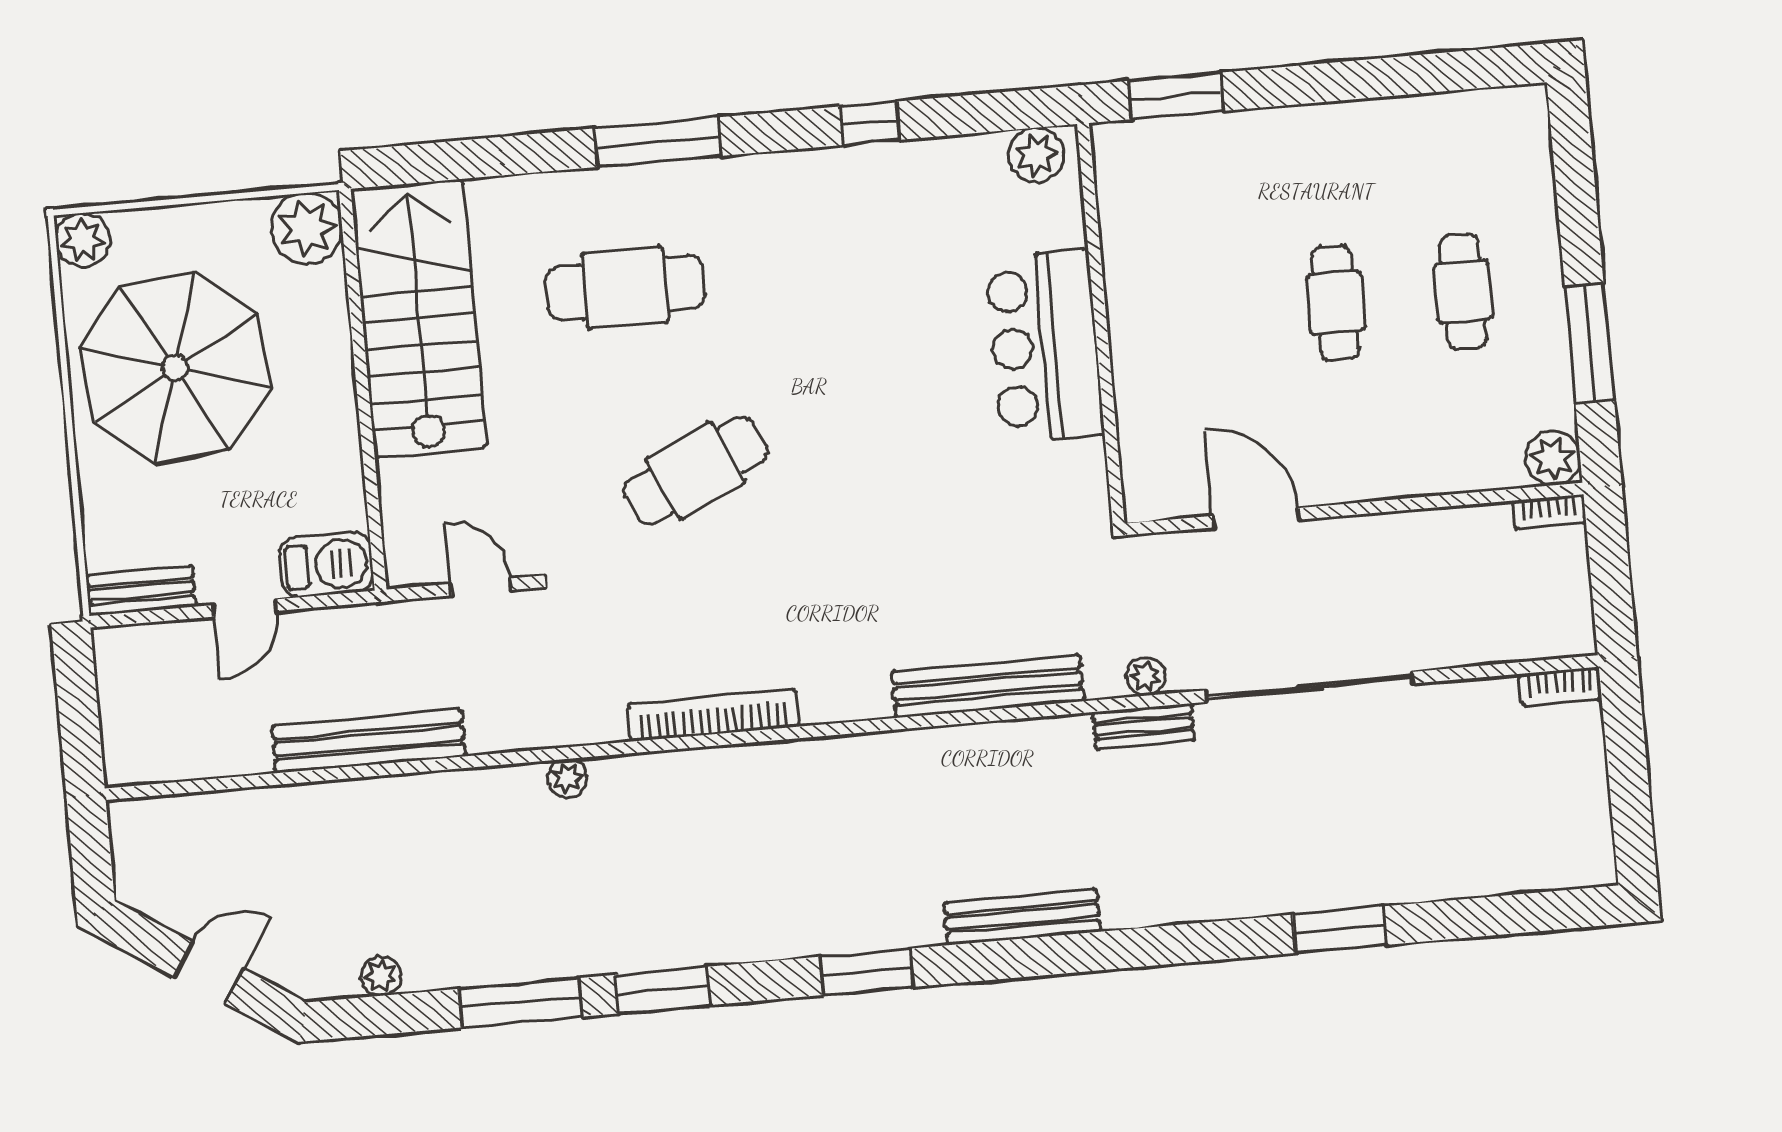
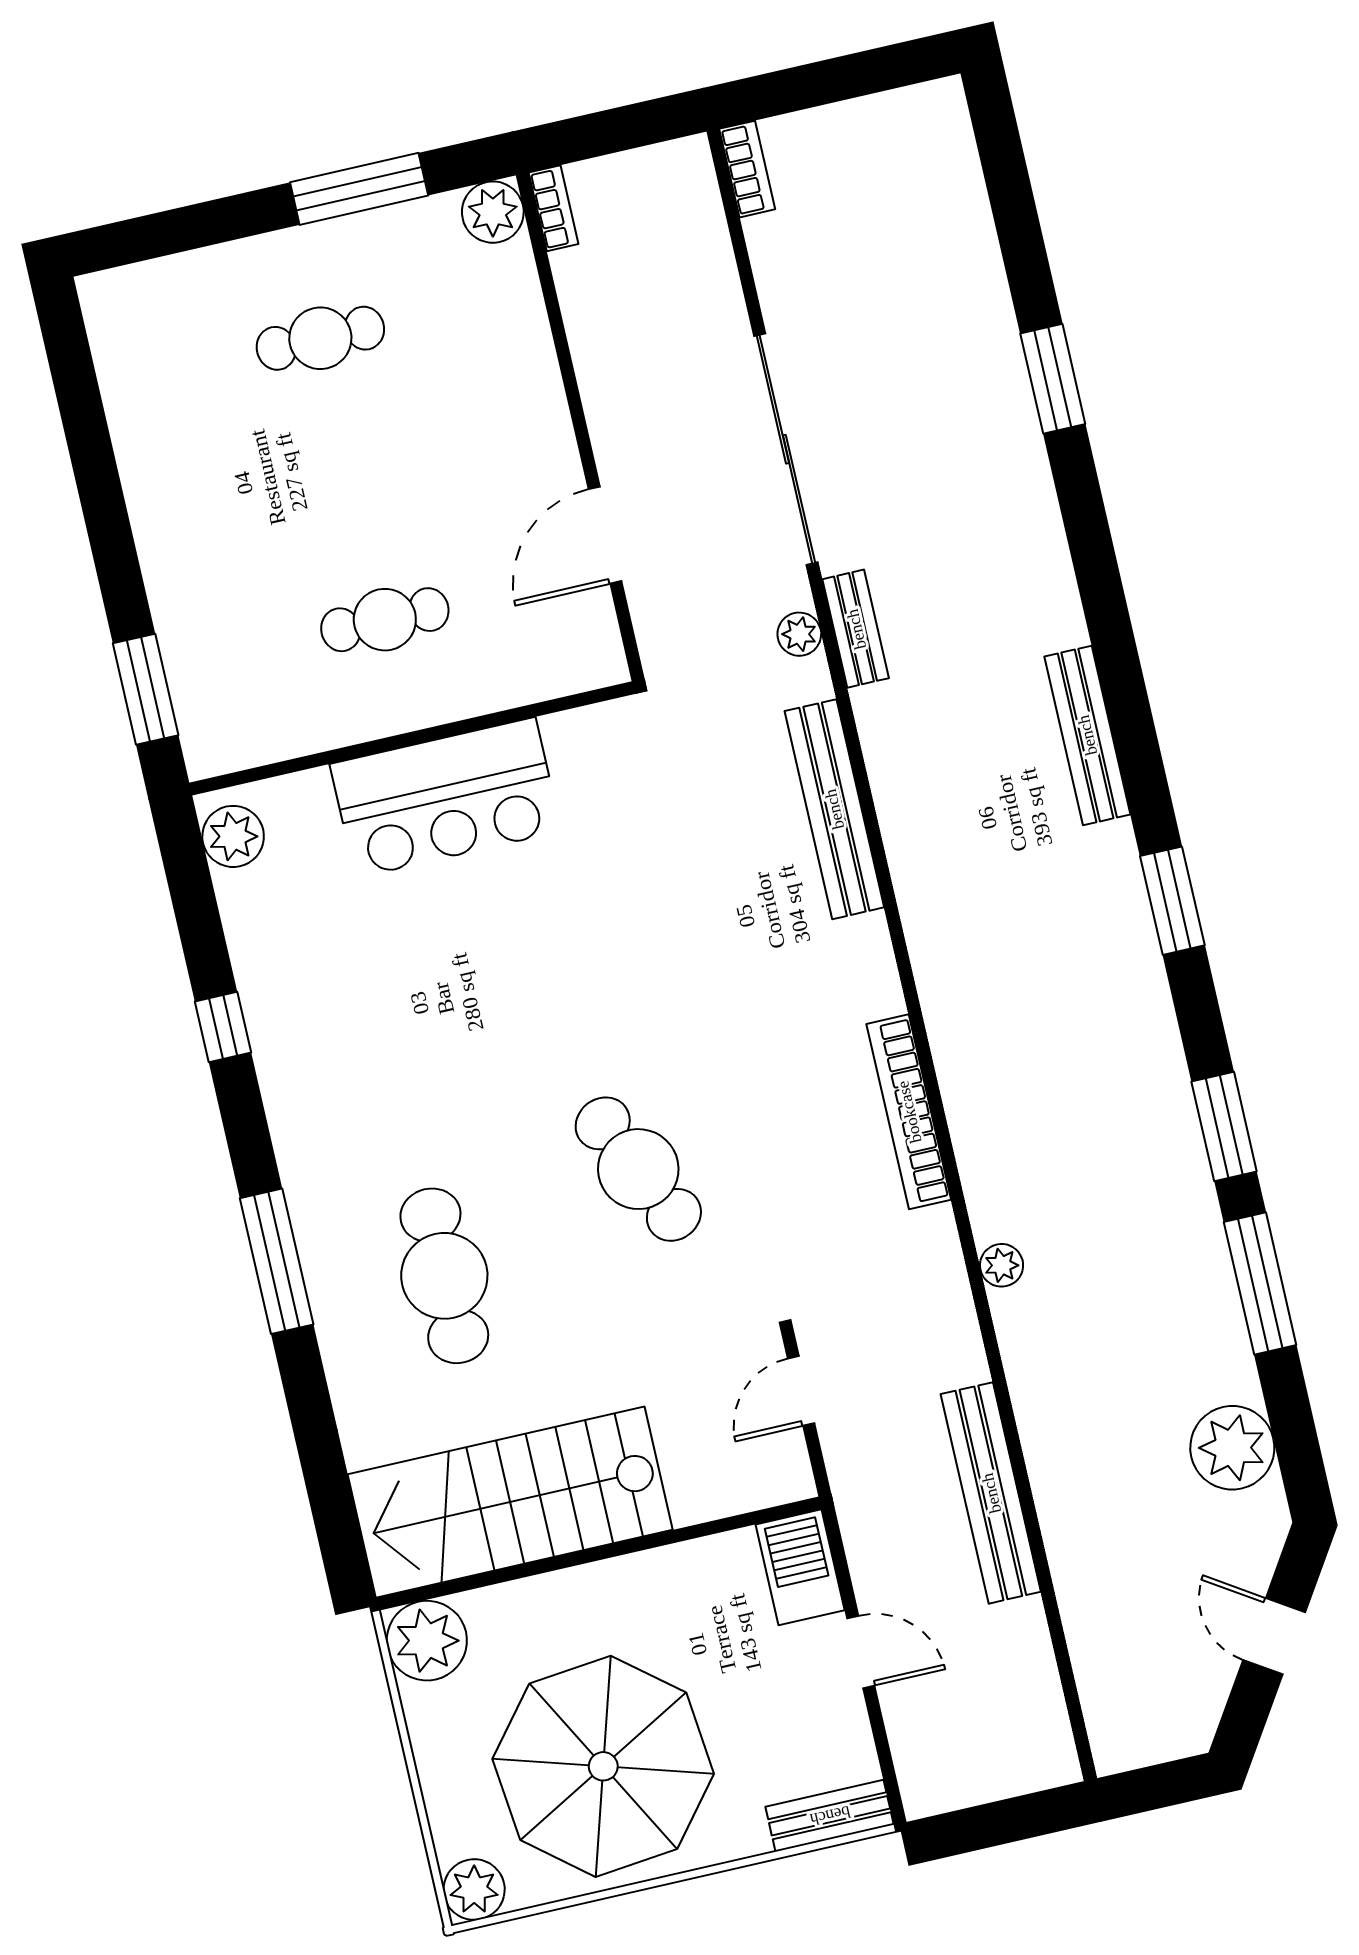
cafe table: (1336, 303) -> (385, 620), moved
bench: (141, 591) -> (830, 1816), moved, turned 90
plant: (381, 976) -> (1232, 1448), width x1.88, depth x1.88

